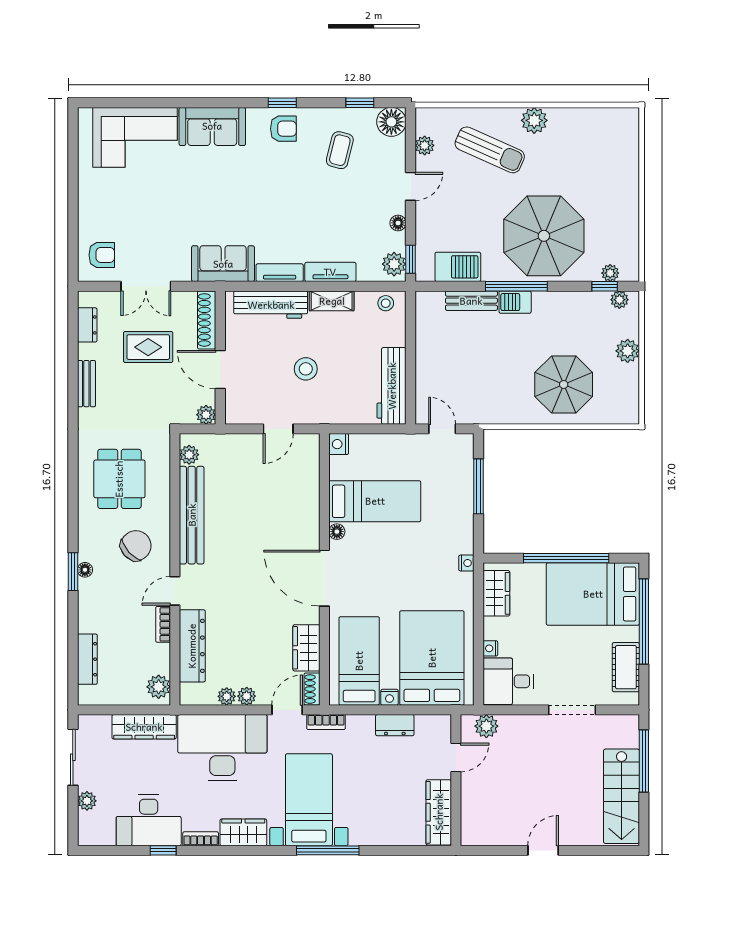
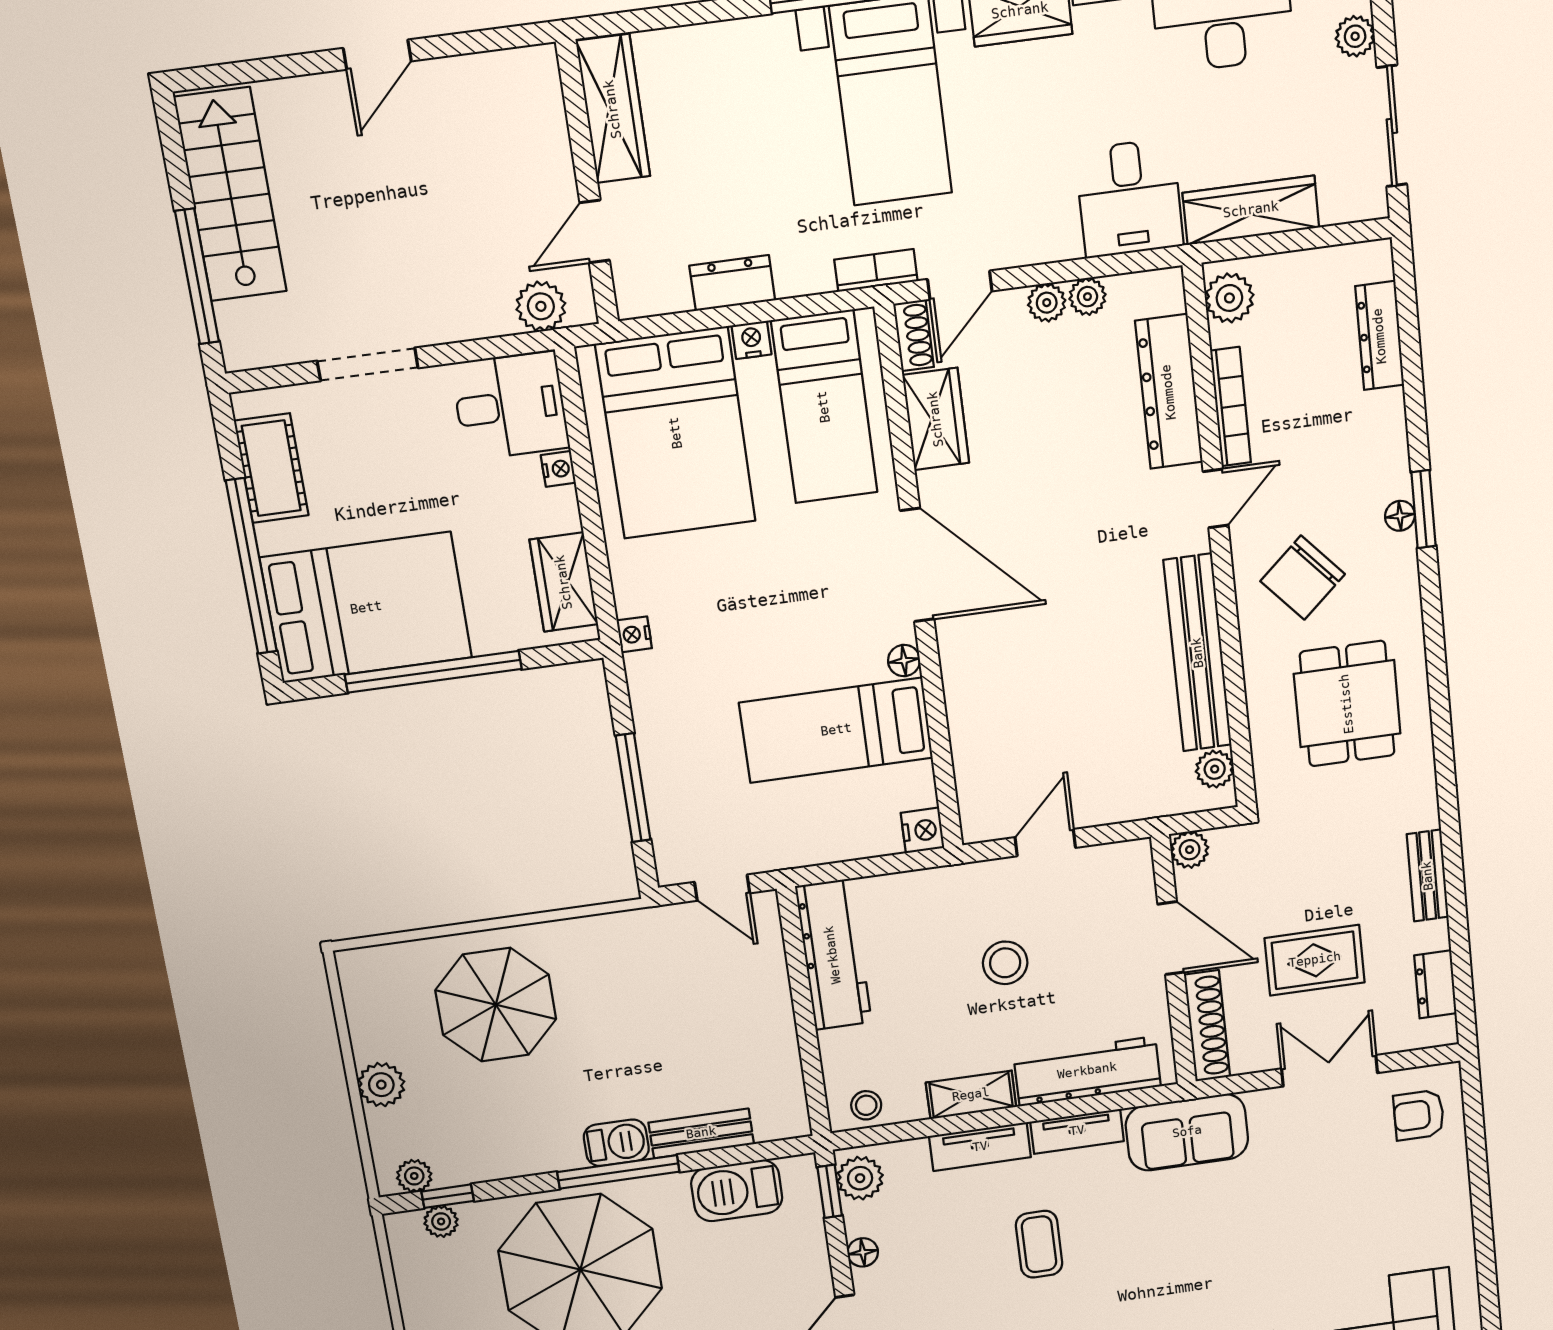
coffee table: (306, 213) -> (1039, 1244), added
bookcase: (163, 624) -> (1231, 407), width x1.56
desk: (222, 748) -> (1129, 198), width x0.53, depth x0.77

